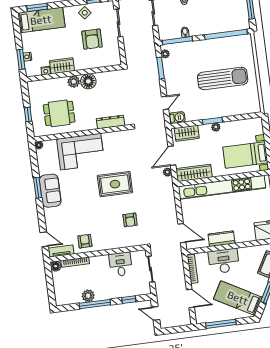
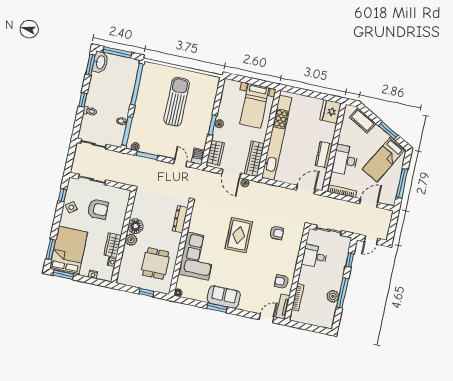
bed: (41, 20) -> (69, 251), width x1.50
window: (21, 59) -> (63, 275), moved
floor lamp: (56, 266) -> (295, 317), removed

